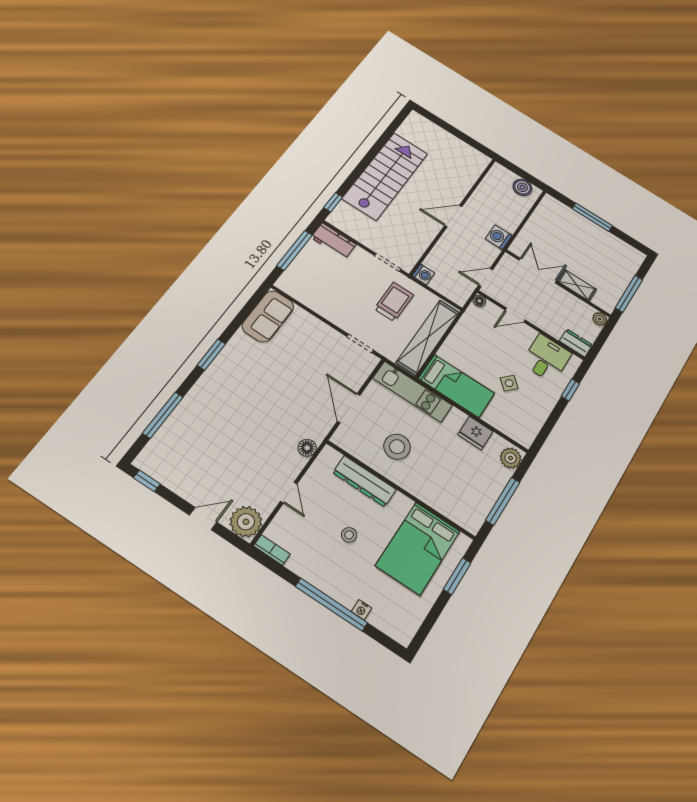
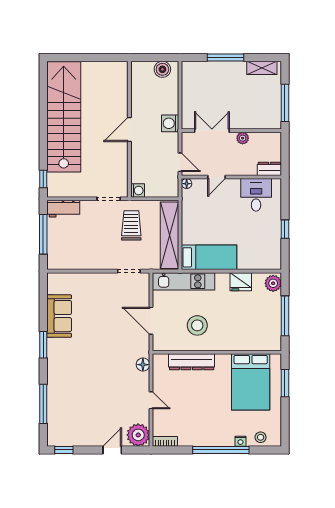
stairs: (385, 176) -> (64, 117), width x1.36
door: (486, 277) -> (180, 162), swing flipped
shelving: (577, 285) -> (262, 68), moved
sofa: (268, 316) -> (59, 316), moved
plant: (600, 319) -> (243, 138), moved
side table: (509, 383) -> (242, 231), removed
window: (570, 390) -> (285, 229), moved
stool: (349, 535) -> (261, 437), moved

